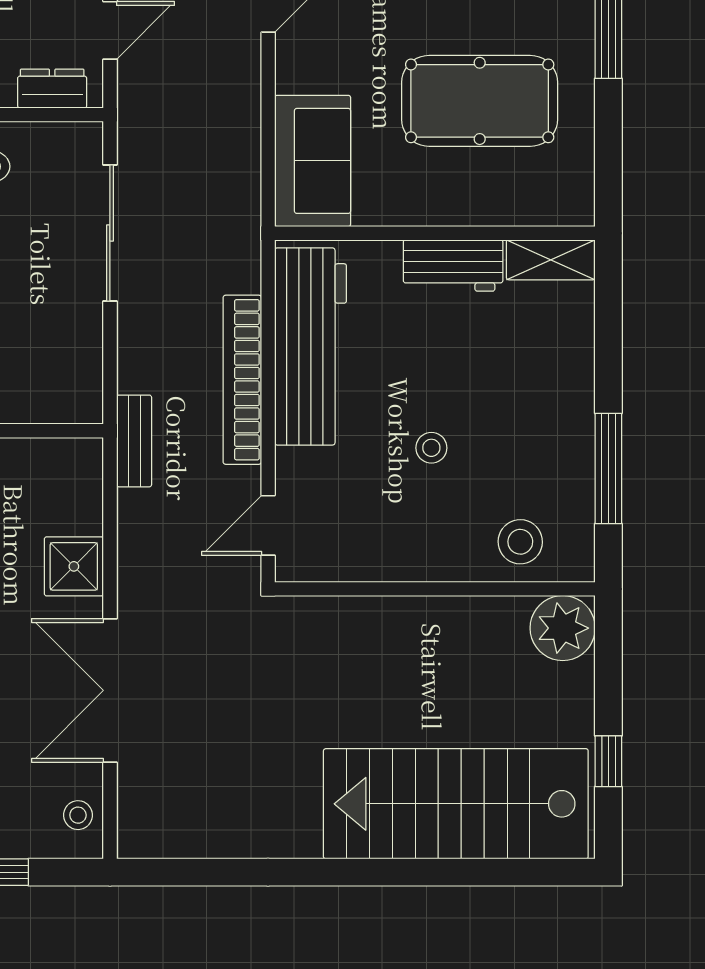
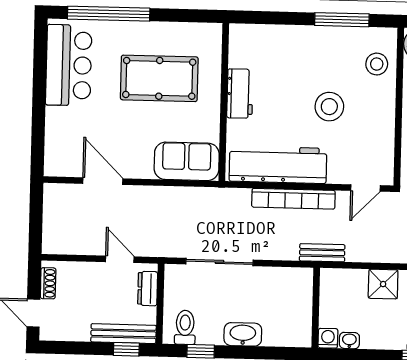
pool table: (480, 101) -> (159, 78), turned 90
shelving: (551, 260) -> (238, 45), removed
stool: (431, 448) -> (329, 107), width x1.89, depth x1.89
door: (268, 525) -> (365, 188), hinge flipped

